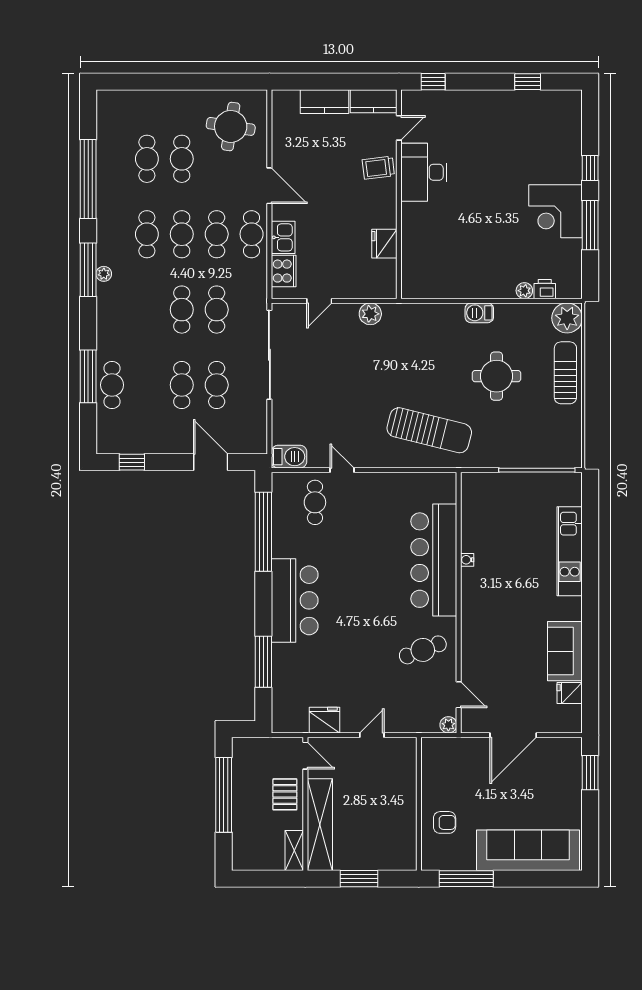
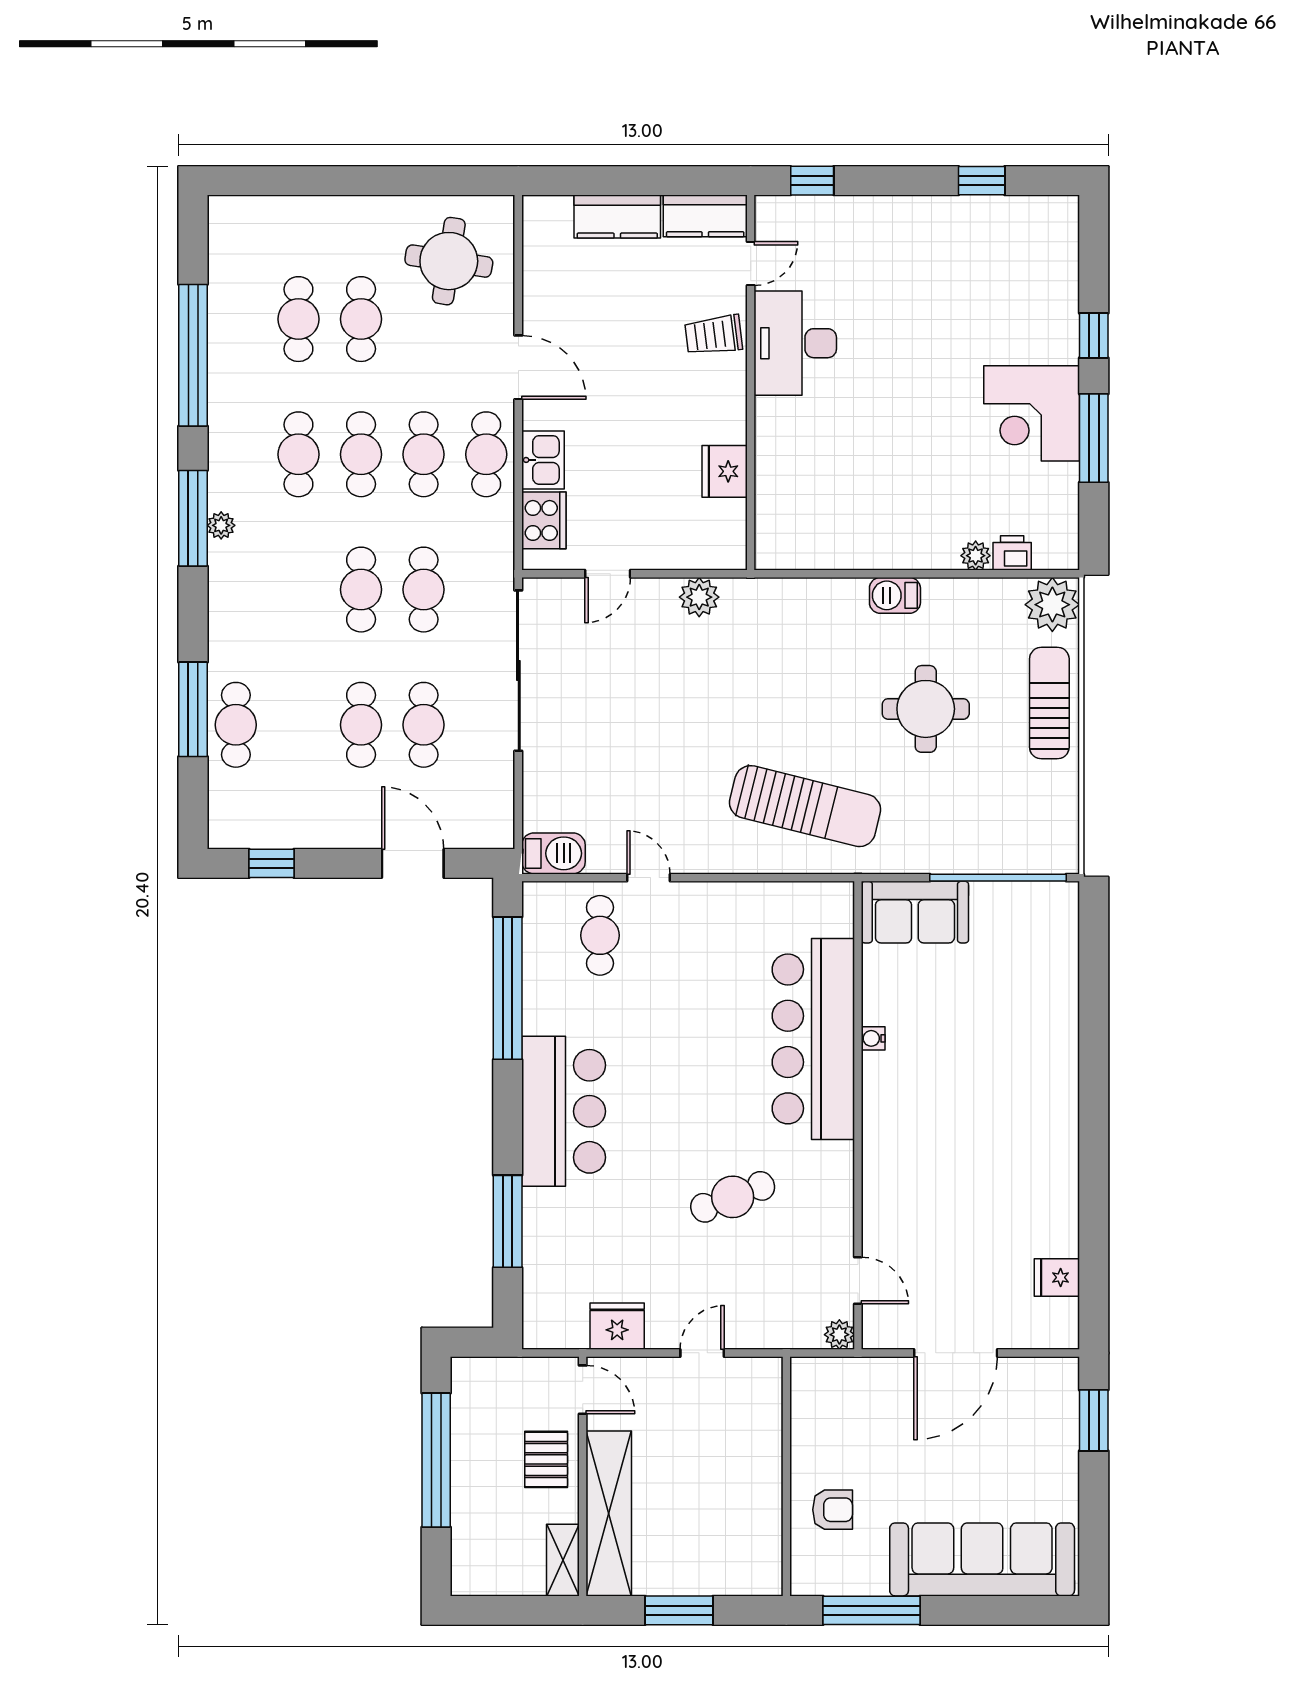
kitchen unit: (570, 551) -> (1057, 1023), removed
cafe table: (423, 650) -> (733, 1197), moved
sofa: (565, 651) -> (915, 912), moved, turned -90

